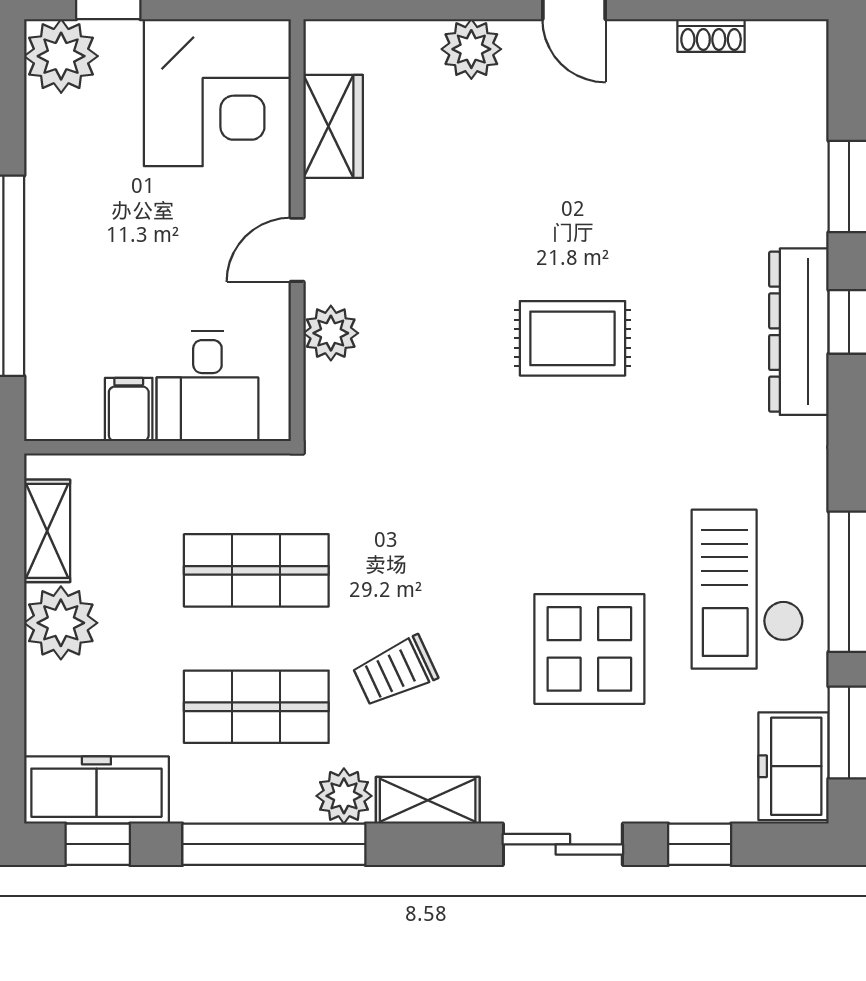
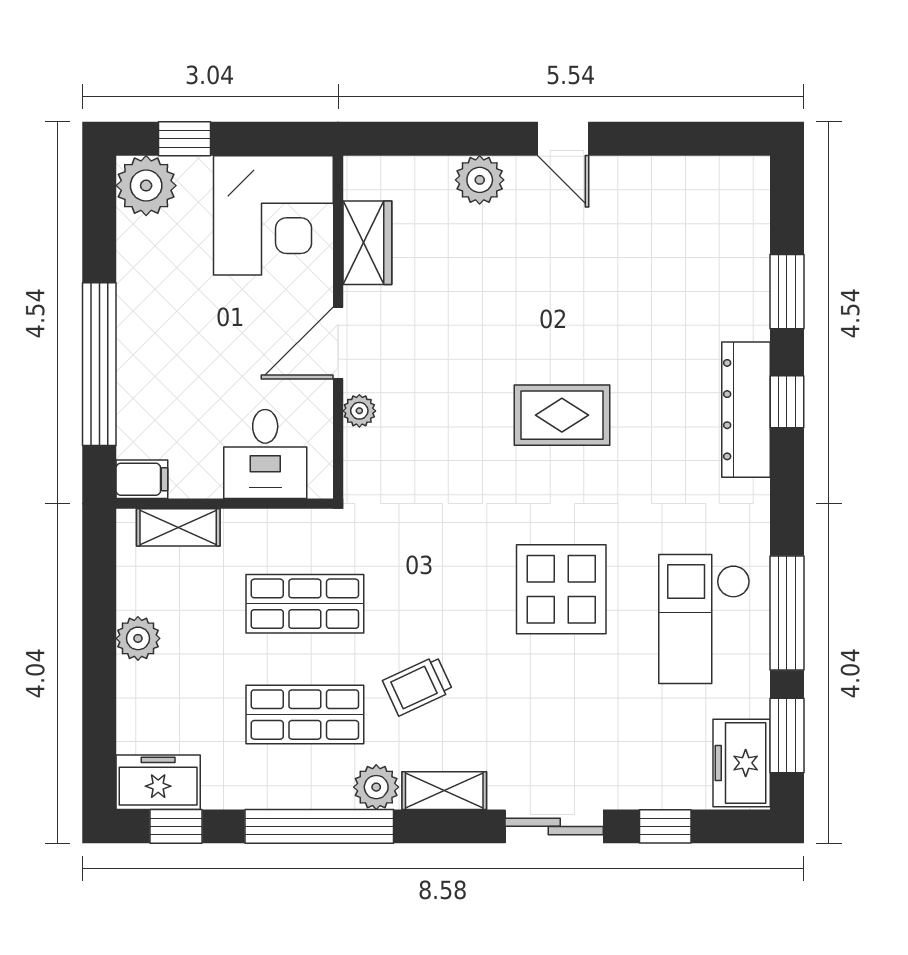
shoe rack: (711, 36) -> (675, 169), removed
door: (297, 250) -> (338, 343), width x1.38
plant: (331, 333) -> (359, 411), width x0.73, depth x0.73
filing cabinet: (129, 409) -> (142, 479), moved, turned 90
shelving: (47, 531) -> (178, 527), moved, turned 90
plant: (61, 623) -> (138, 638), width x0.73, depth x0.73
display table: (589, 649) -> (561, 589), moved
freezer: (96, 790) -> (158, 782), width x0.71

